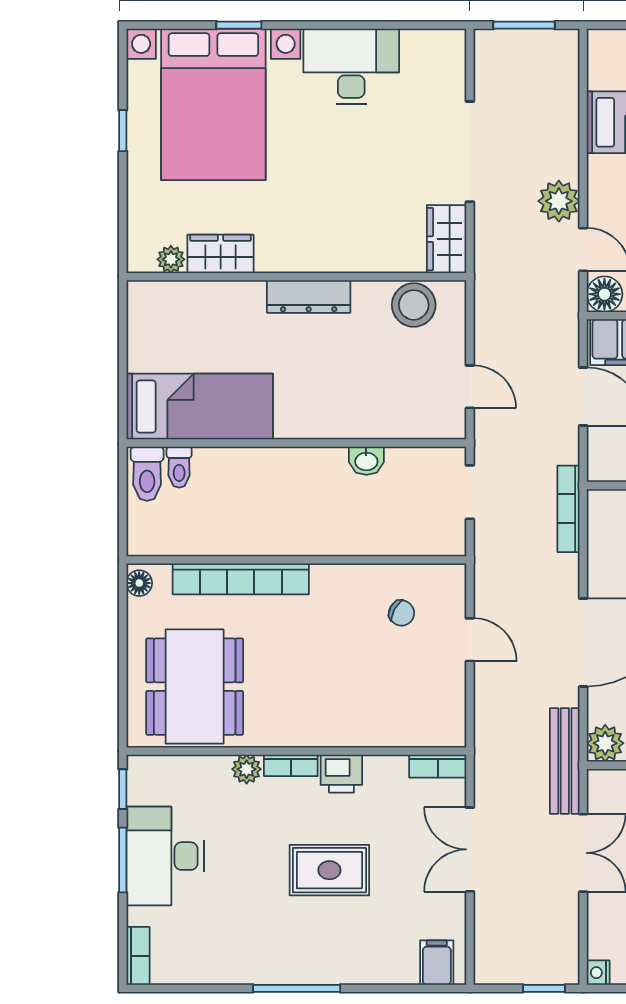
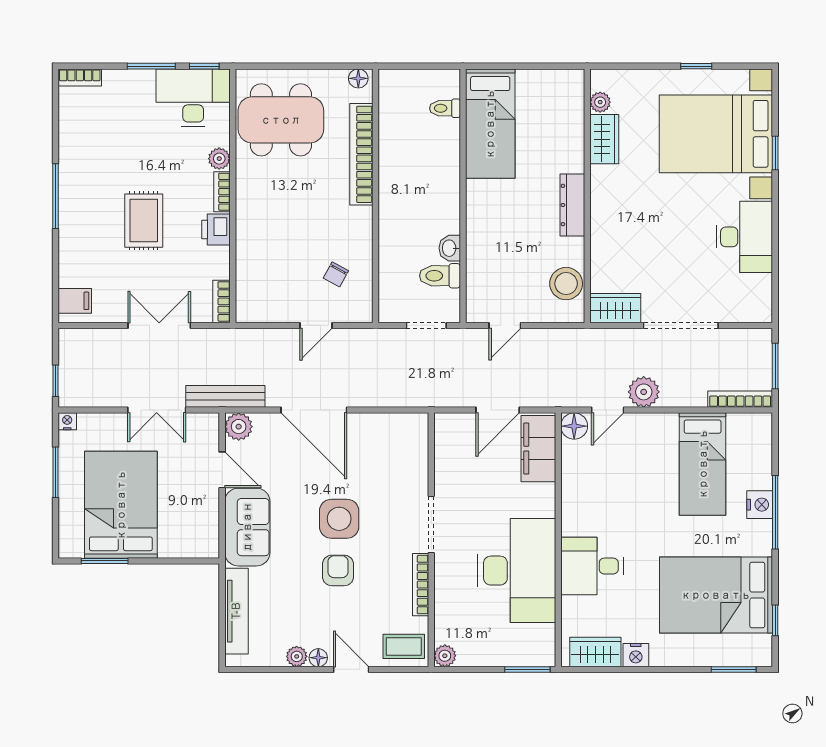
toilet: (147, 474) -> (440, 276), moved
bookcase: (569, 509) -> (740, 399), moved
desk: (165, 856) -> (193, 98), moved

